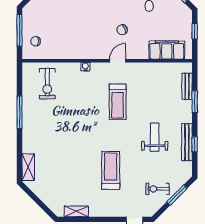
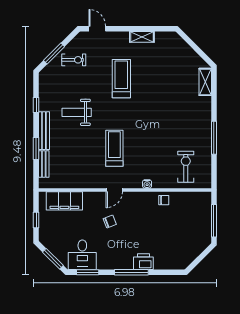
chair: (36, 41) -> (164, 200), moved
weight bench: (155, 137) -> (77, 112), turned 90
bench: (187, 142) -> (44, 131), moved
treadmill: (111, 170) -> (121, 79), turned 180
shelving: (76, 211) -> (142, 37), moved

